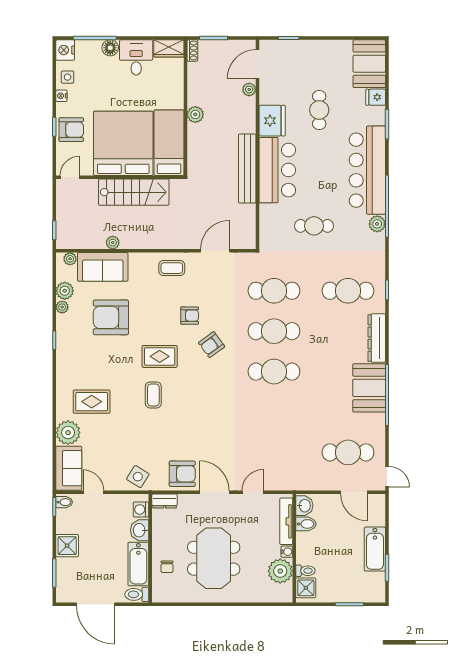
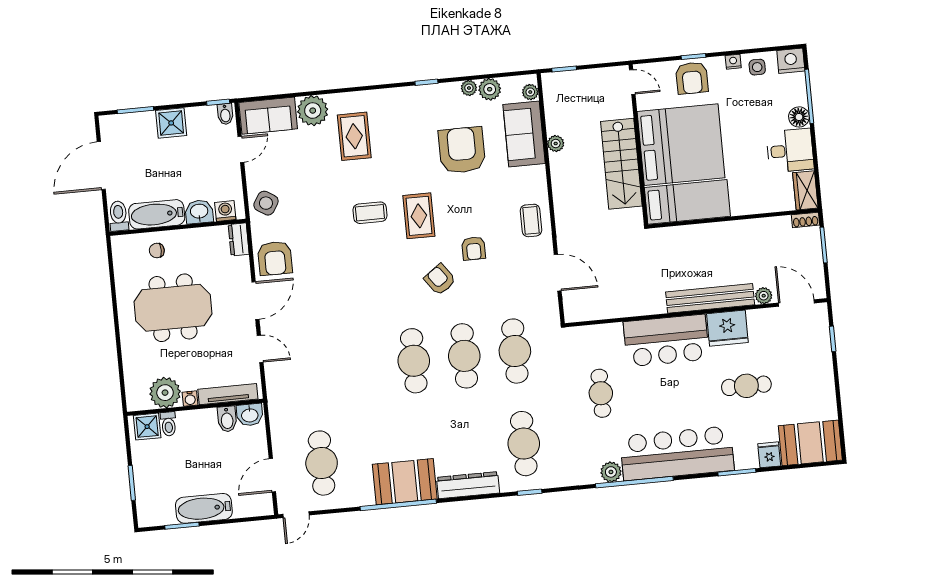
plant: (195, 114) -> (726, 231), removed
bench: (247, 169) -> (710, 298), moved

